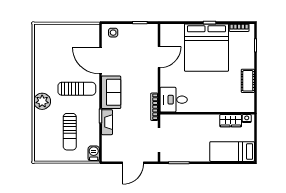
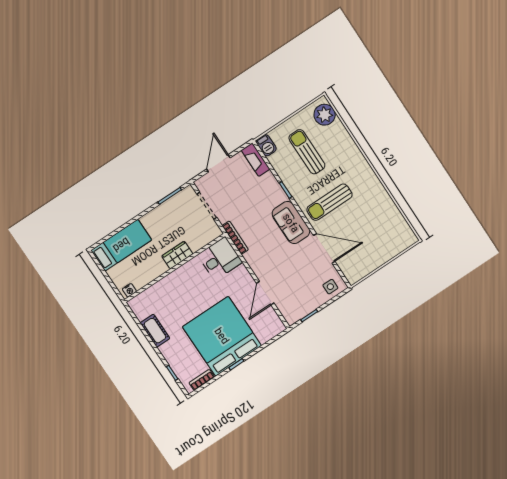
plant: (42, 101) -> (325, 115), moved
wardrobe: (231, 121) -> (177, 255), moved
fireplace: (107, 122) -> (256, 160), moved

